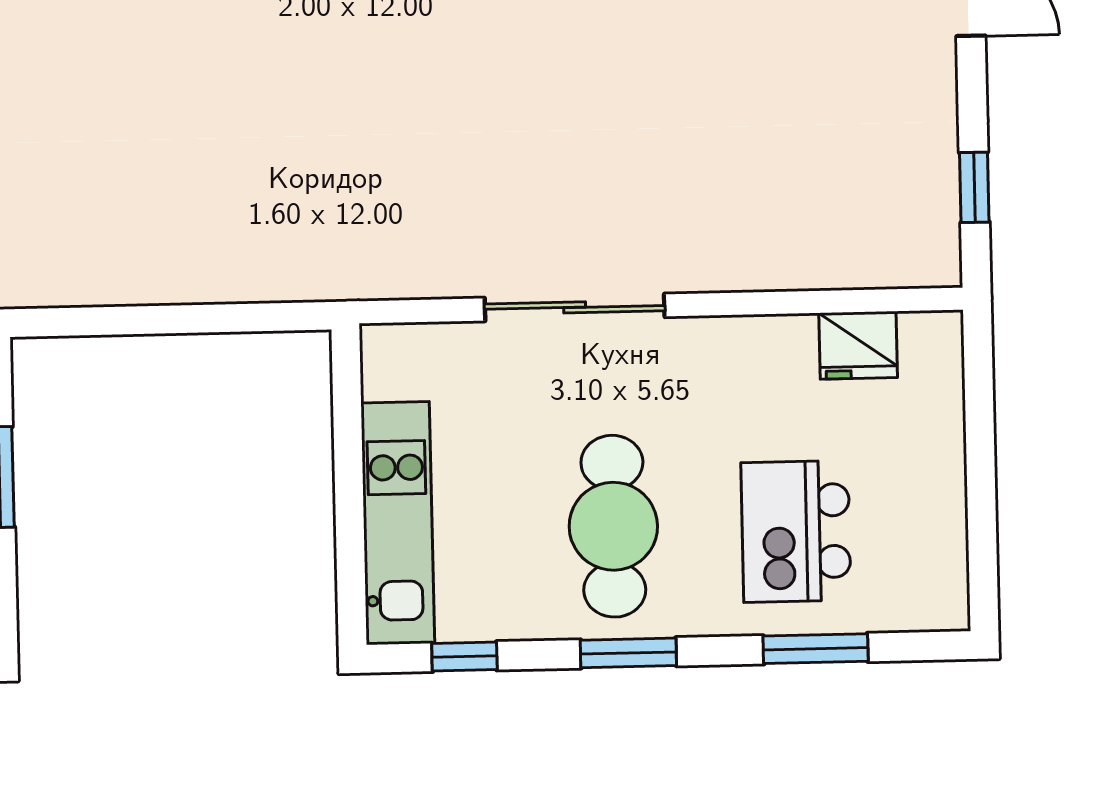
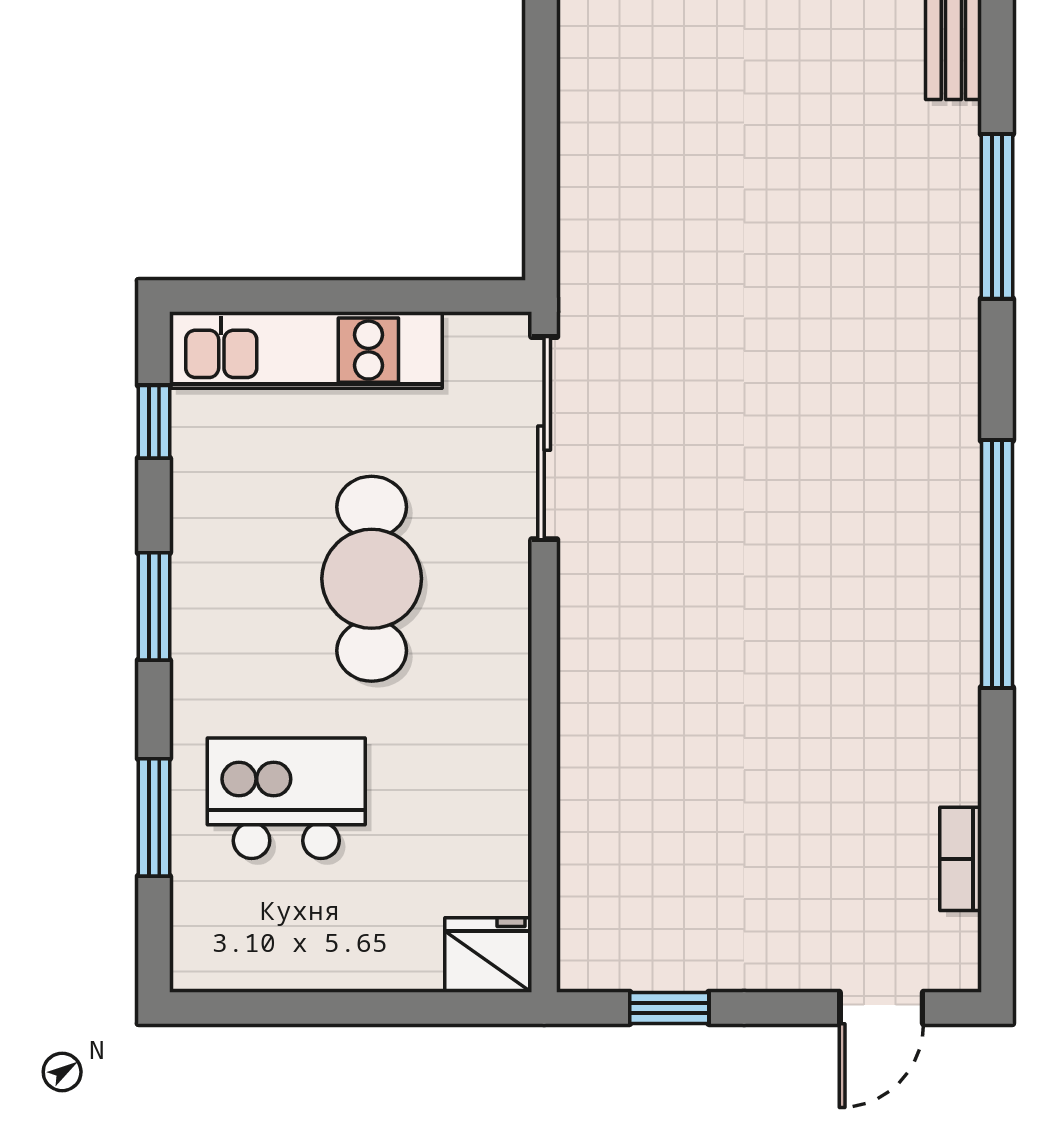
sliding door: (575, 307) -> (544, 438), moved
fridge: (858, 345) -> (488, 955), moved, turned 90
cafe table: (613, 526) -> (372, 579), moved, turned 90

